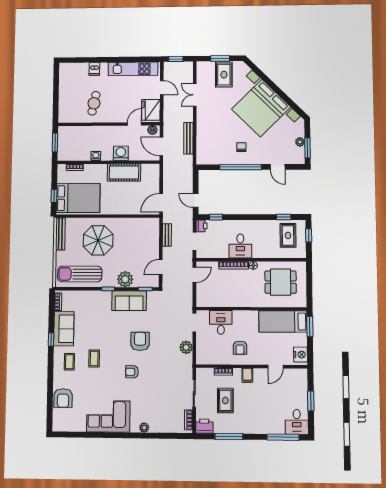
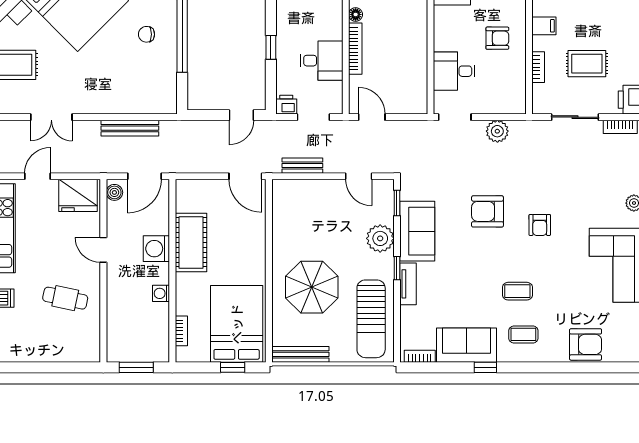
door: (134, 124) -> (103, 250), moved
window: (216, 217) -> (271, 47), moved
desk: (240, 246) -> (322, 61), moved
tv unit: (99, 295) -> (408, 284), added

